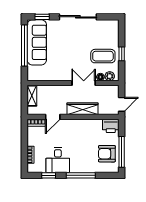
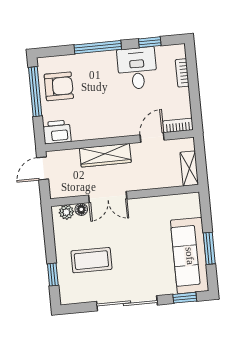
window: (24, 46) -> (209, 248), width x0.47
window: (122, 54) -> (53, 275), moved
coffee table: (103, 56) -> (91, 260), moved

